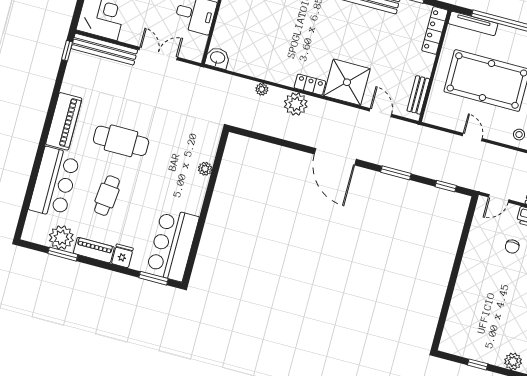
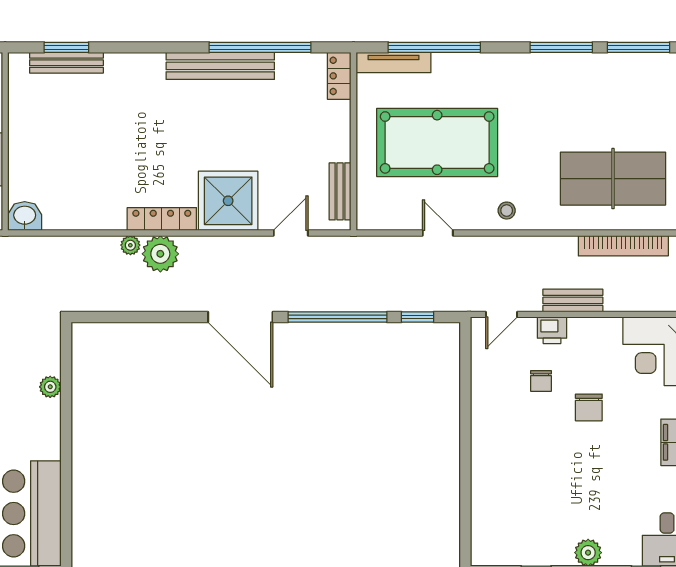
locker: (435, 30) -> (339, 76), width x0.66
locker: (310, 85) -> (162, 219), width x1.53
plant: (262, 89) -> (130, 245), moved
door: (381, 113) -> (291, 233), hinge flipped
window: (396, 173) -> (338, 317), width x2.11

